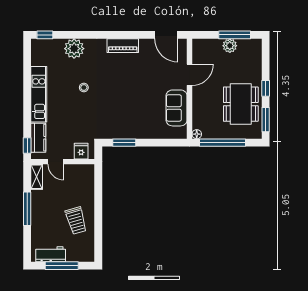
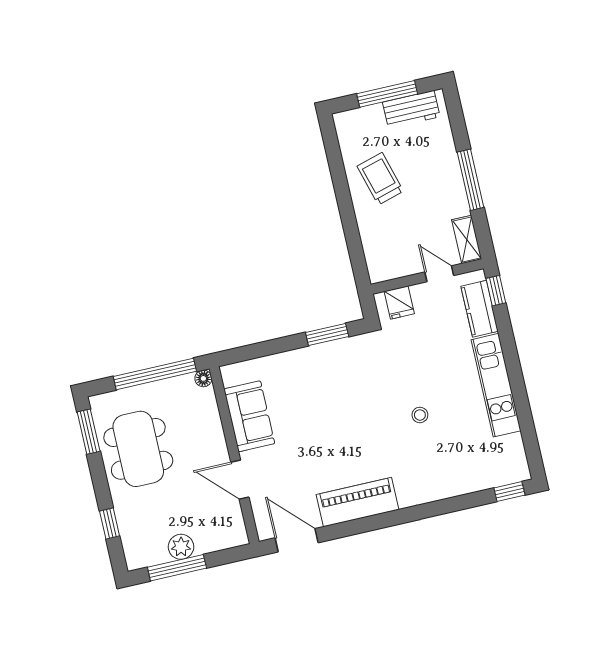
piano: (123, 46) -> (358, 502), width x1.37, depth x1.33
plant: (74, 49) -> (452, 479), removed
door: (190, 75) -> (240, 480), hinge flipped
window: (266, 88) -> (110, 524), moved

